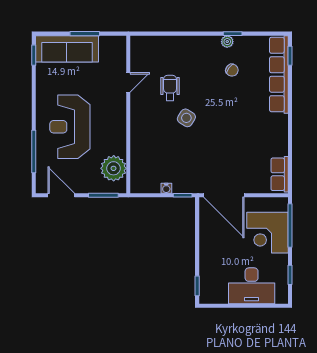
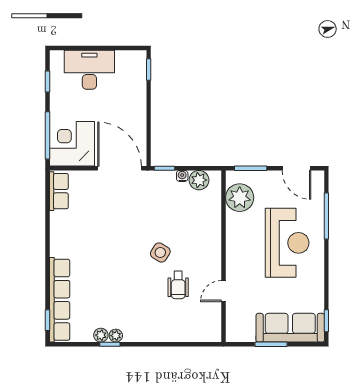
plant: (241, 42) -> (101, 335), added
chair: (232, 70) -> (111, 305), removed
plant: (151, 184) -> (199, 180), added
corner desk: (268, 233) -> (72, 144), moved, turned -90

